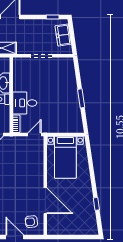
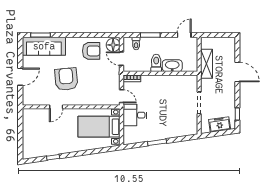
desk: (25, 103) -> (135, 115), moved, turned -90
door: (45, 201) -> (56, 107), width x0.53
armchair: (31, 222) -> (66, 79), moved, width x1.88, depth x1.88

